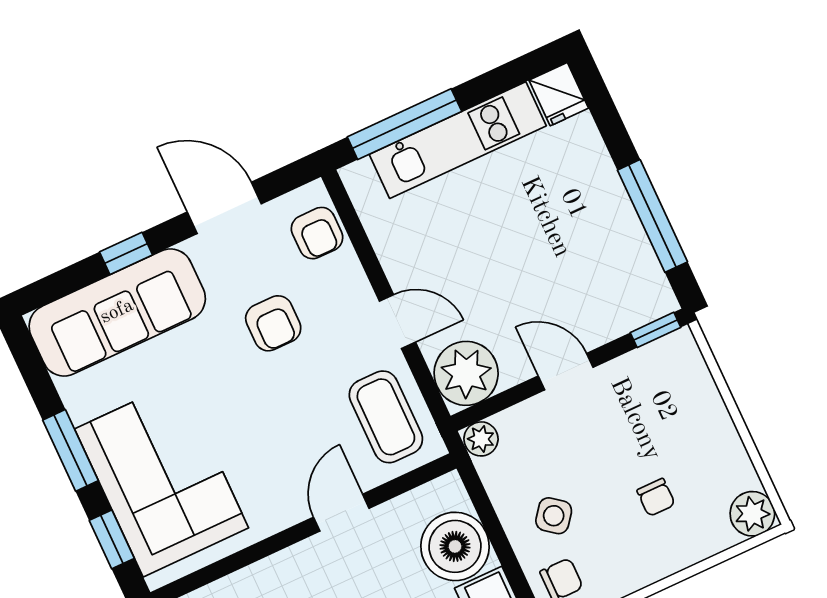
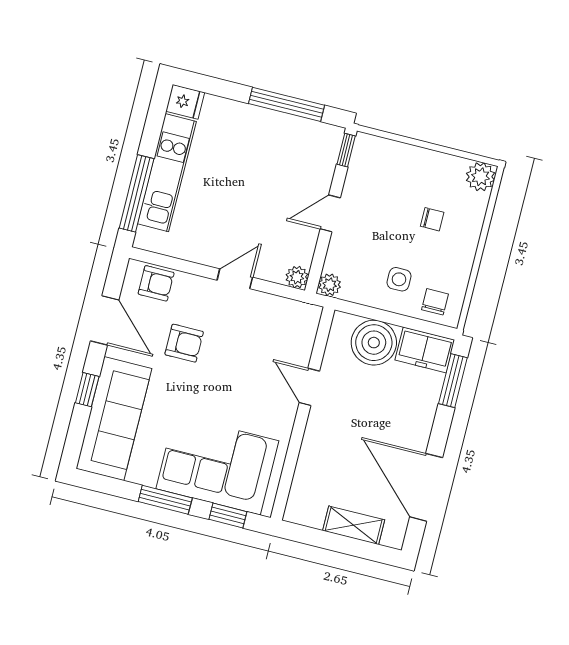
door: (224, 208) -> (105, 320), swing flipped
plant: (466, 373) -> (297, 277), width x0.53, depth x0.53
coffee table: (386, 417) -> (279, 324), removed
side table: (554, 516) -> (399, 279), turned -38

